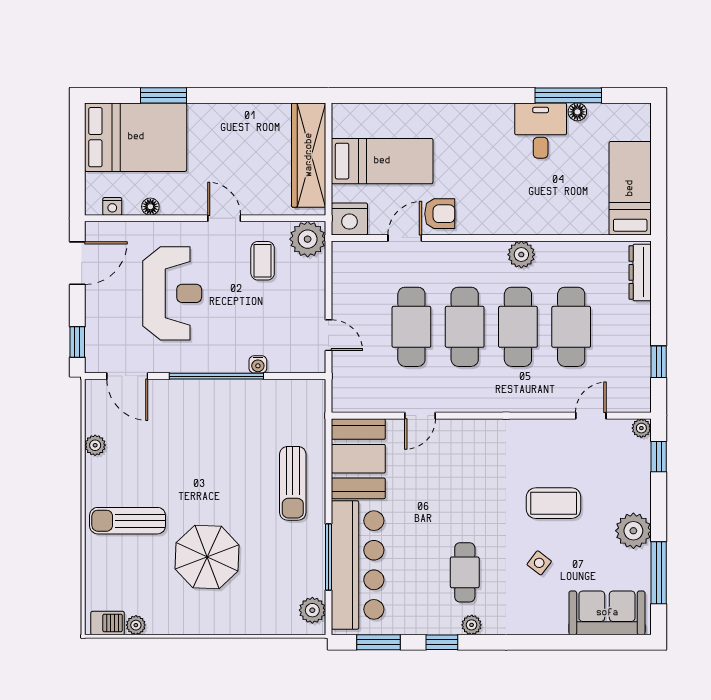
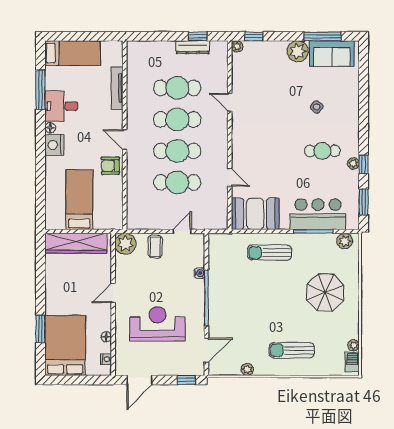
floor lamp: (577, 112) -> (50, 128), moved
bed: (630, 188) -> (72, 53), moved, turned 180
armchair: (440, 214) -> (110, 166), turned -90
nightstand: (349, 219) -> (54, 145), moved, turned 180
tv unit: (571, 225) -> (117, 88), added
door: (405, 238) -> (125, 140), moved
plant: (521, 255) -> (134, 117), removed
coffee table: (263, 261) -> (155, 247), moved, turned 90
door: (77, 263) -> (140, 380), swing flipped
dresser: (640, 272) -> (193, 47), moved
door: (591, 416) -> (230, 102), moved
sun lounger: (293, 483) -> (270, 253), turned 180
coffee table: (554, 503) -> (281, 98), removed
sun lounger: (128, 521) -> (292, 350), turned 90
parasol: (207, 557) -> (325, 292), moved
bar counter: (358, 565) -> (318, 214), width x0.73
sofa: (607, 613) -> (332, 54), moved, turned -90
plant: (472, 625) -> (353, 163), moved

